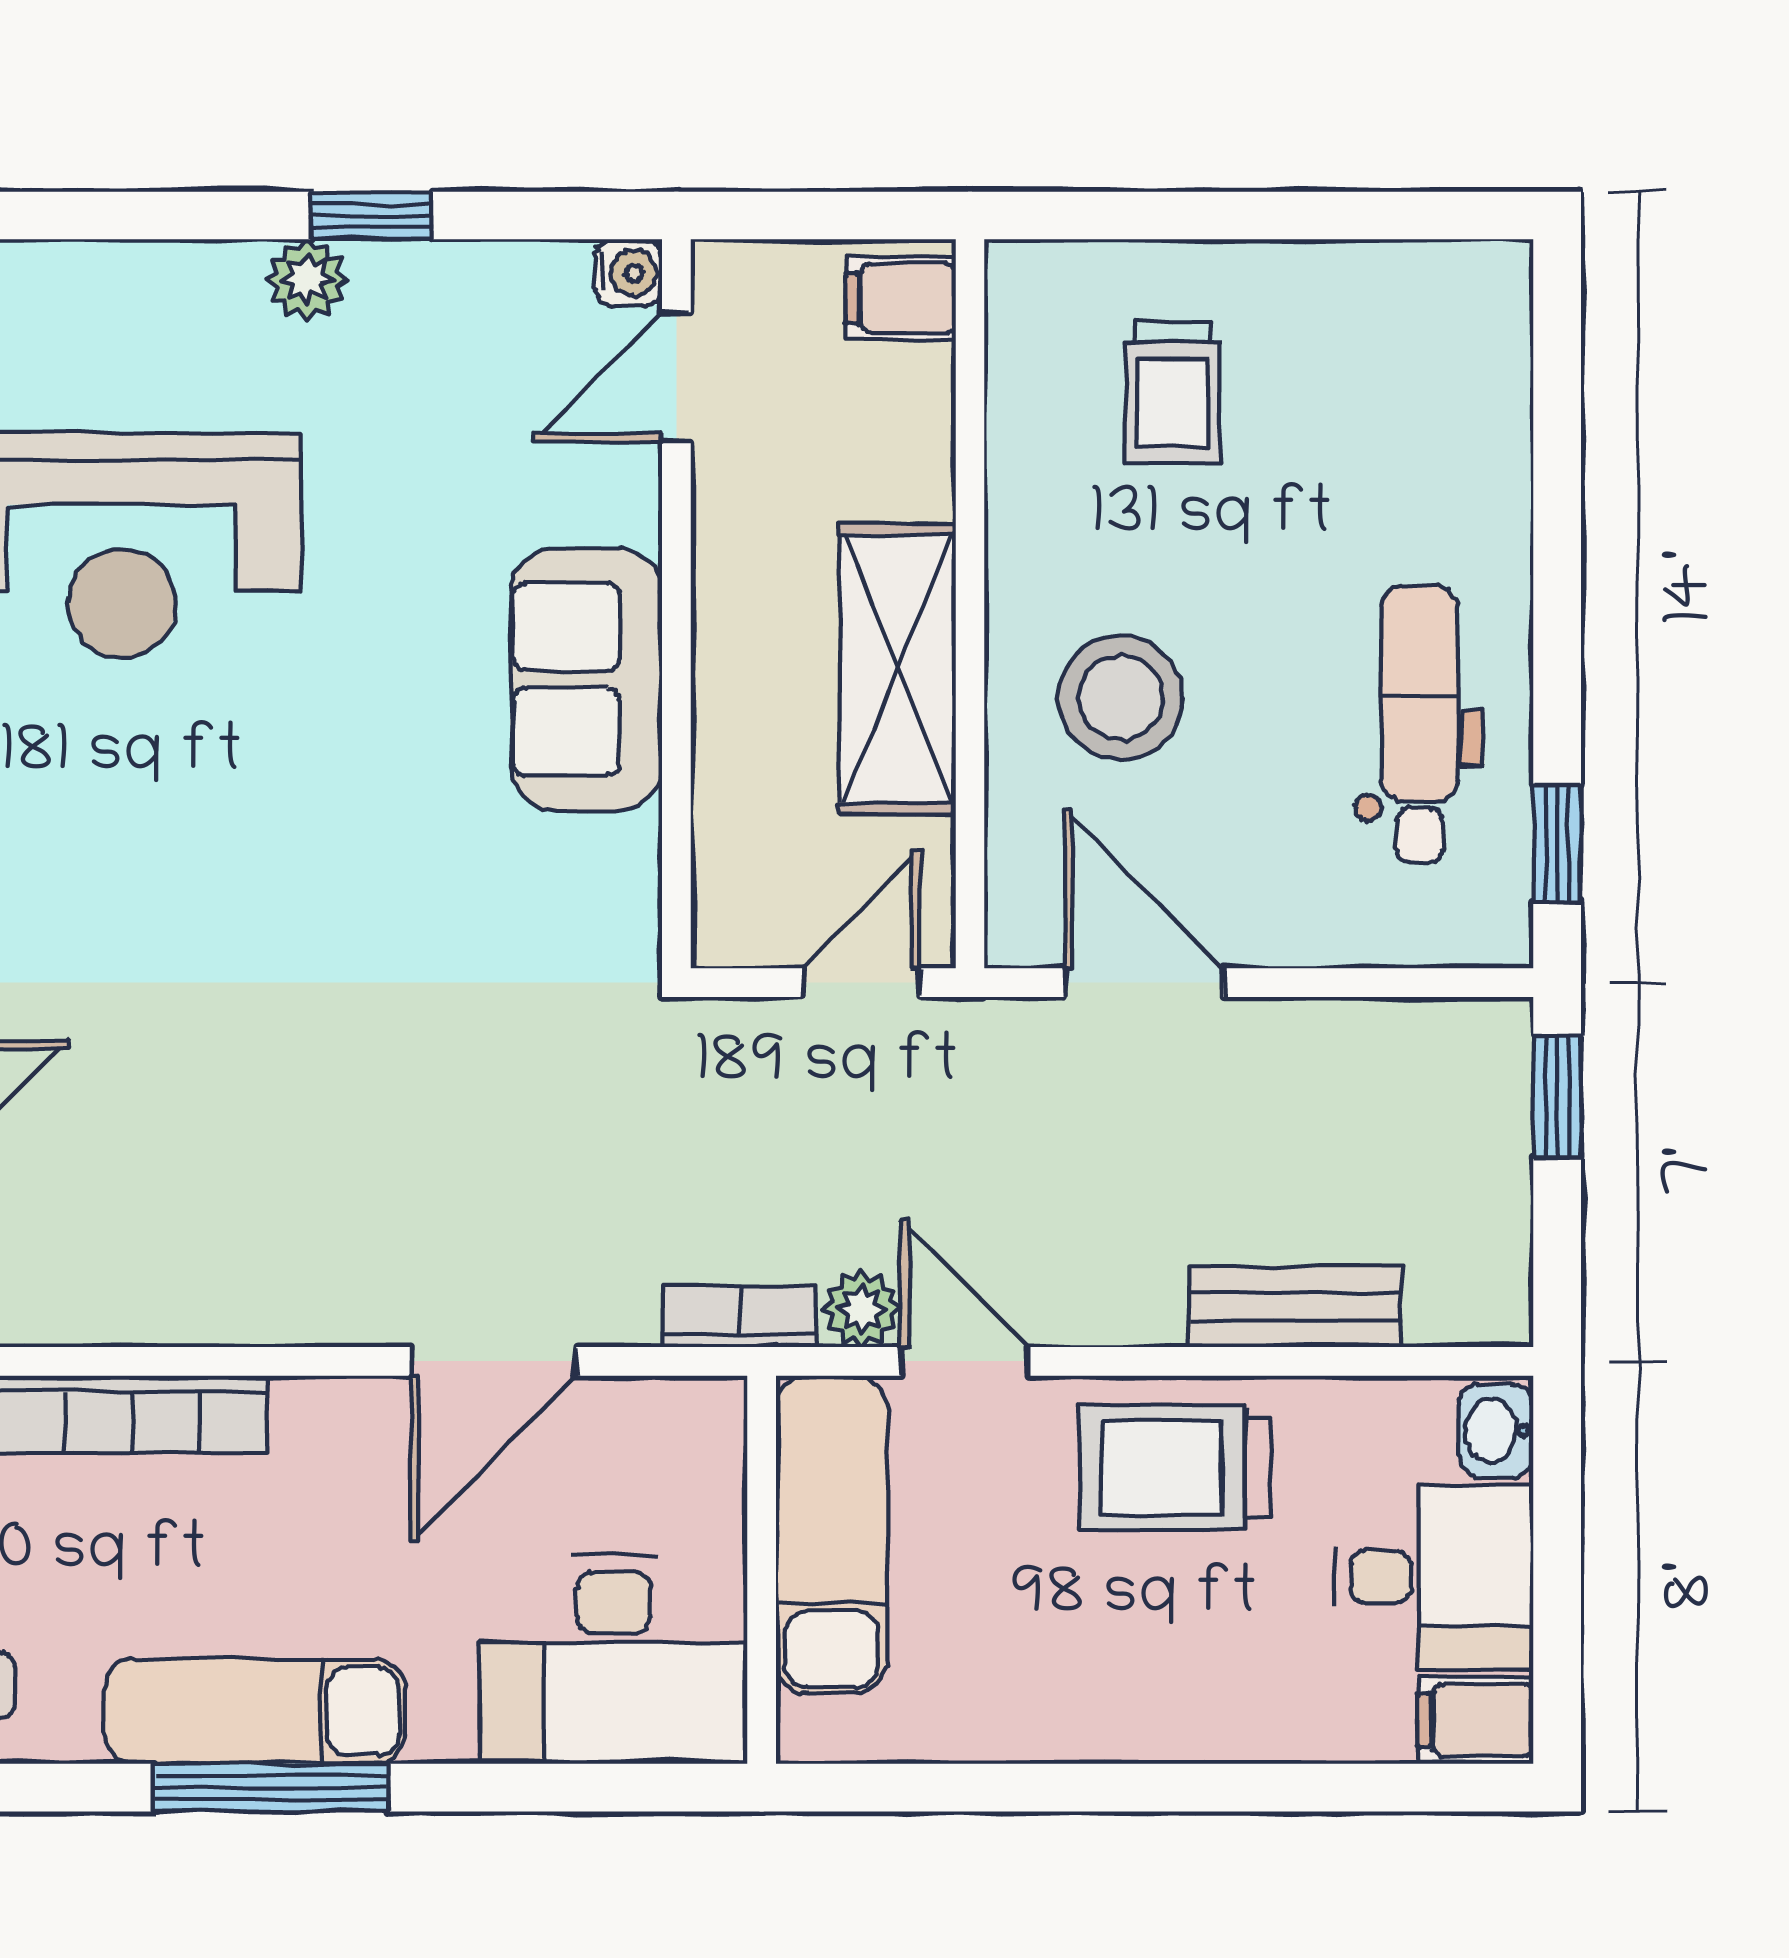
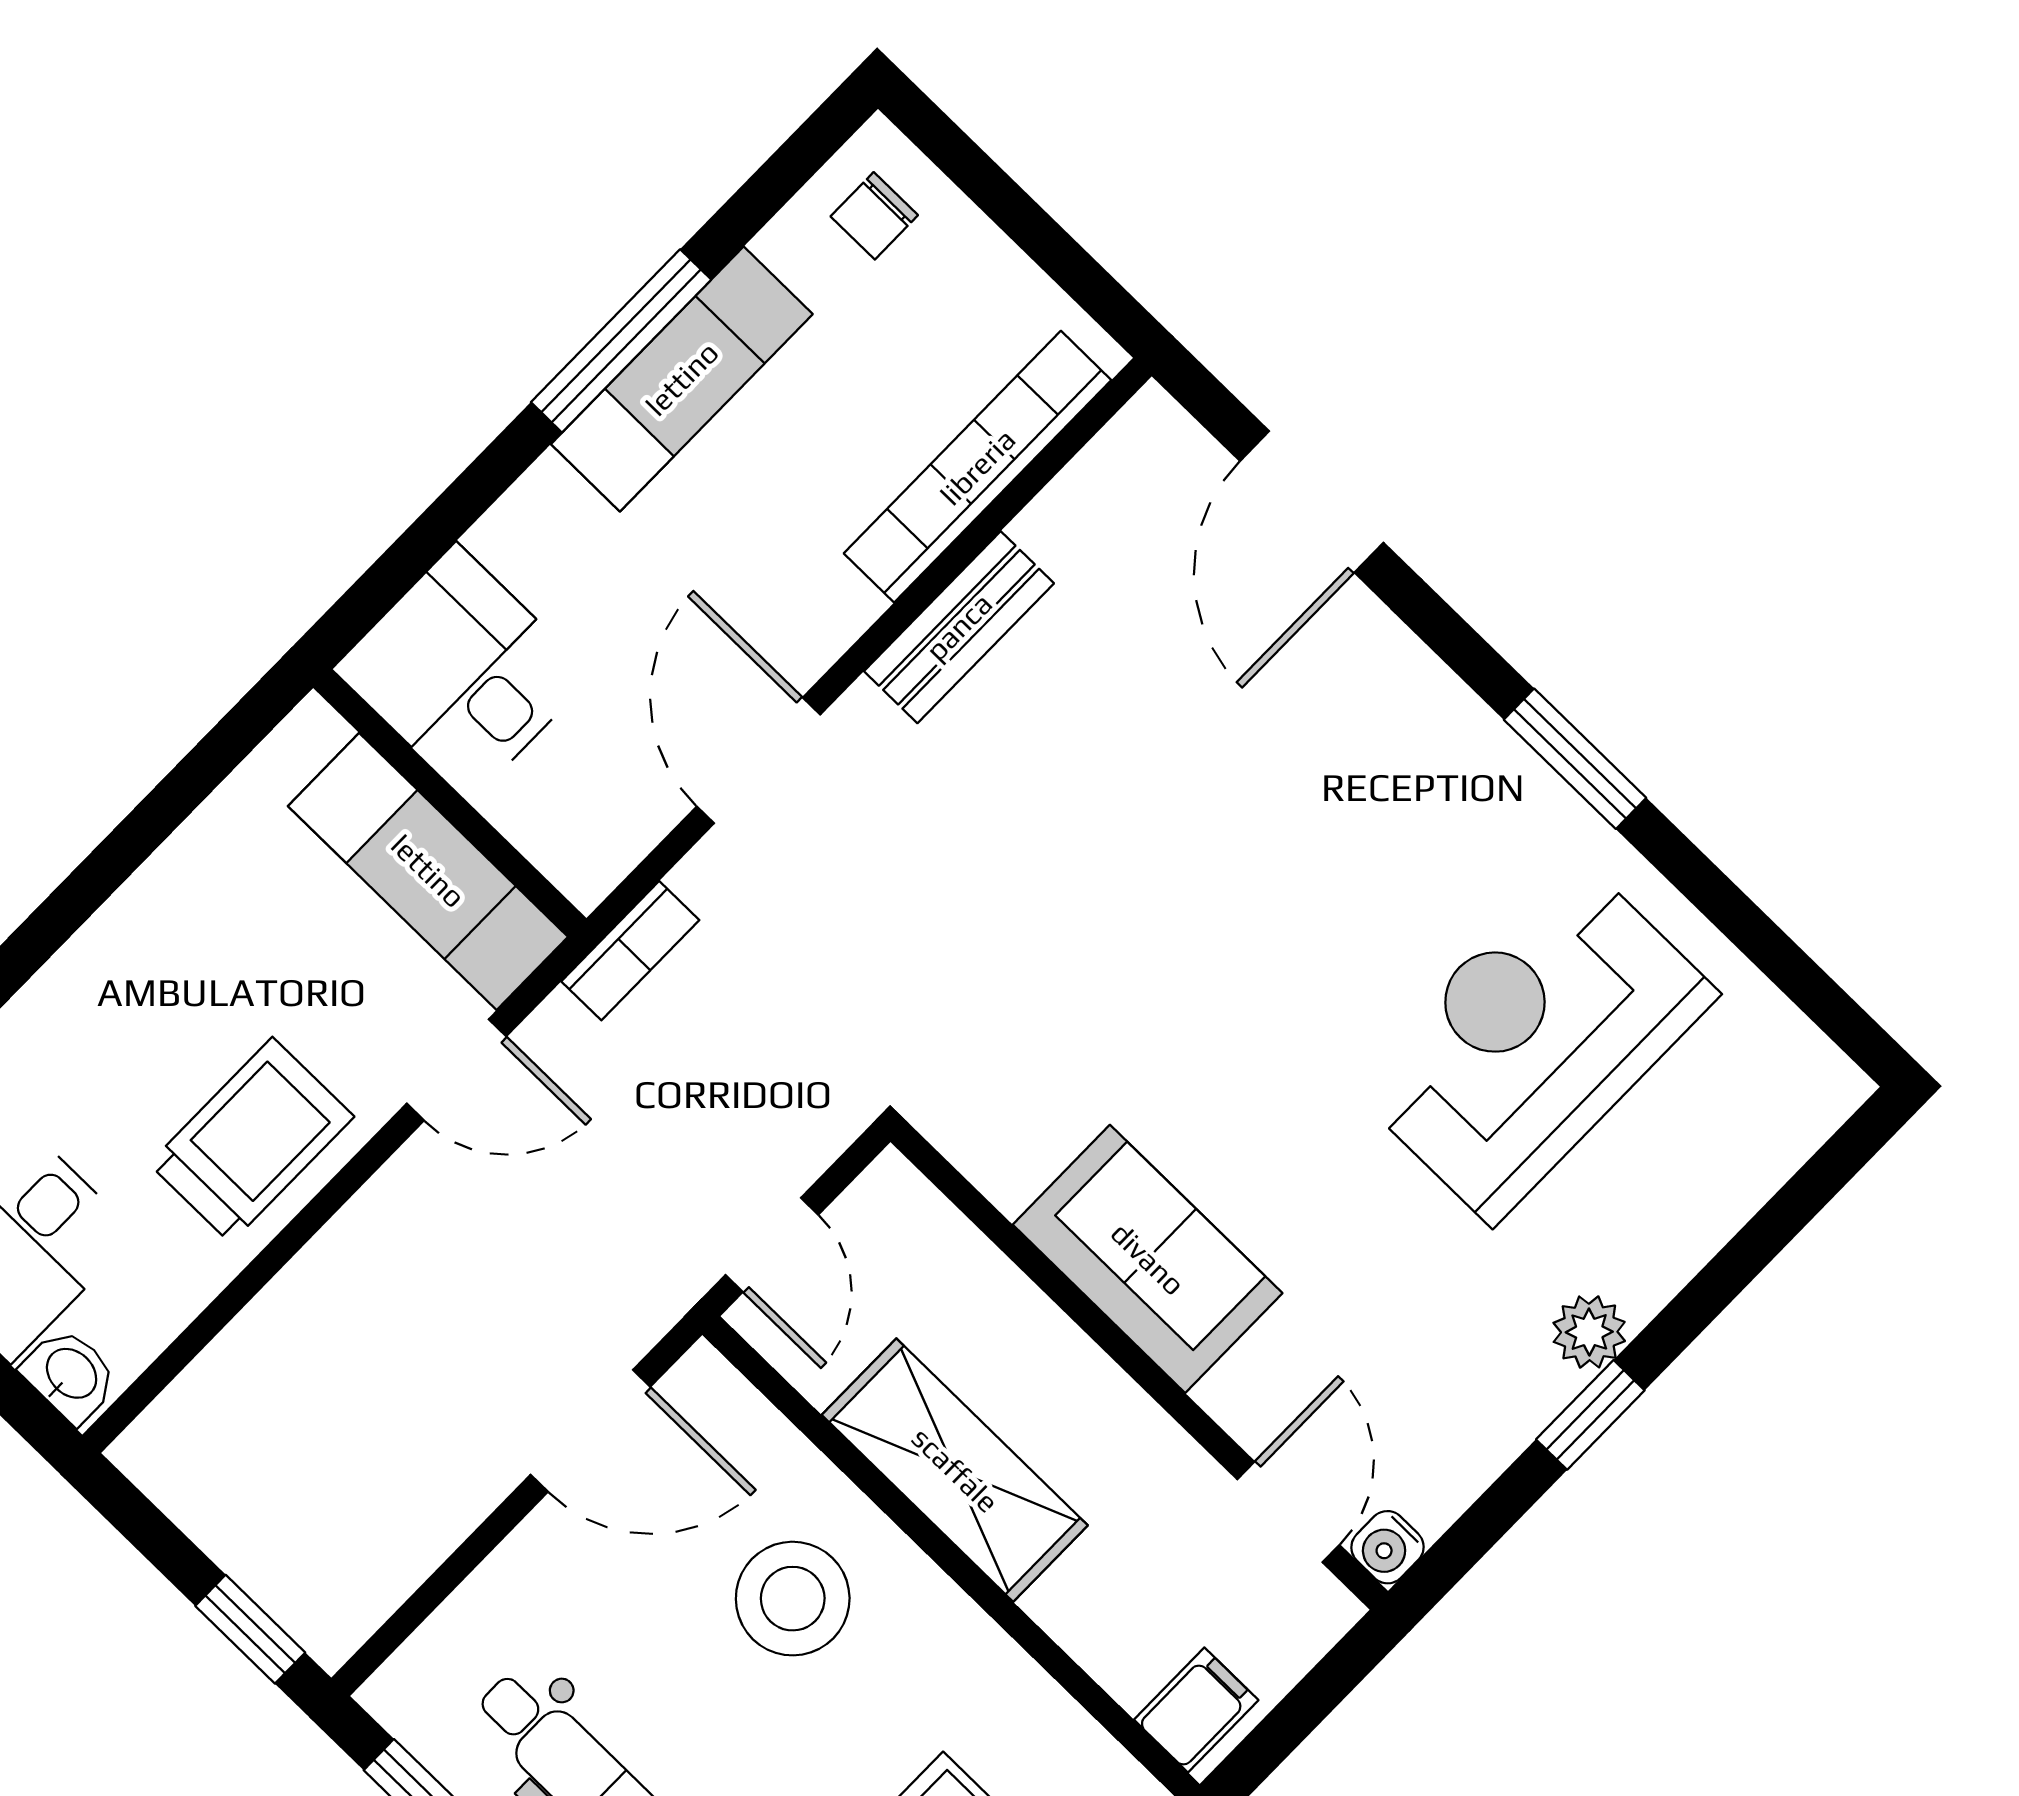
bench: (1296, 1307) -> (959, 627), moved
plant: (862, 1309) -> (557, 1036), removed
desk: (614, 1659) -> (463, 672), width x0.73

